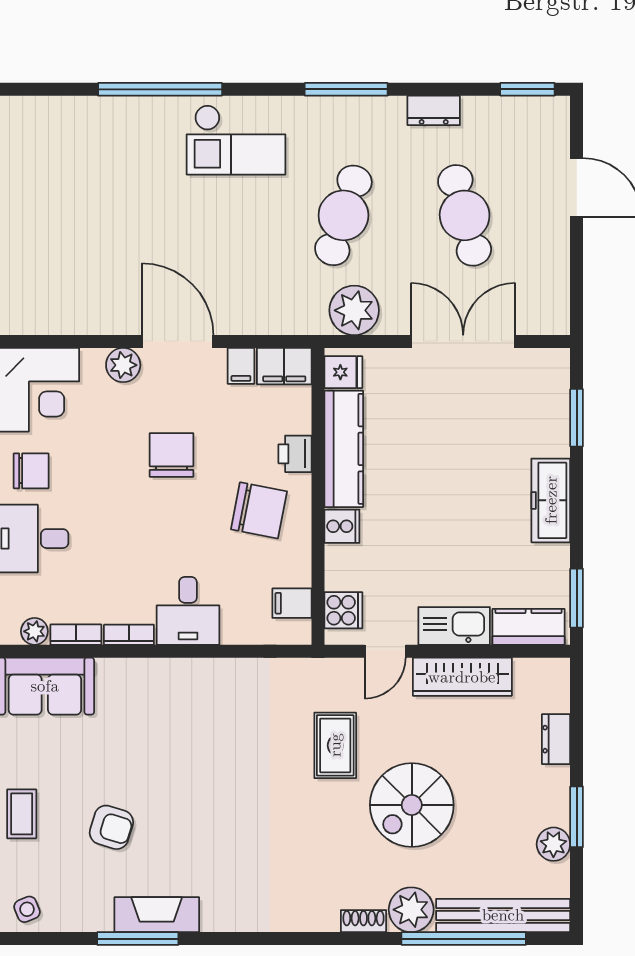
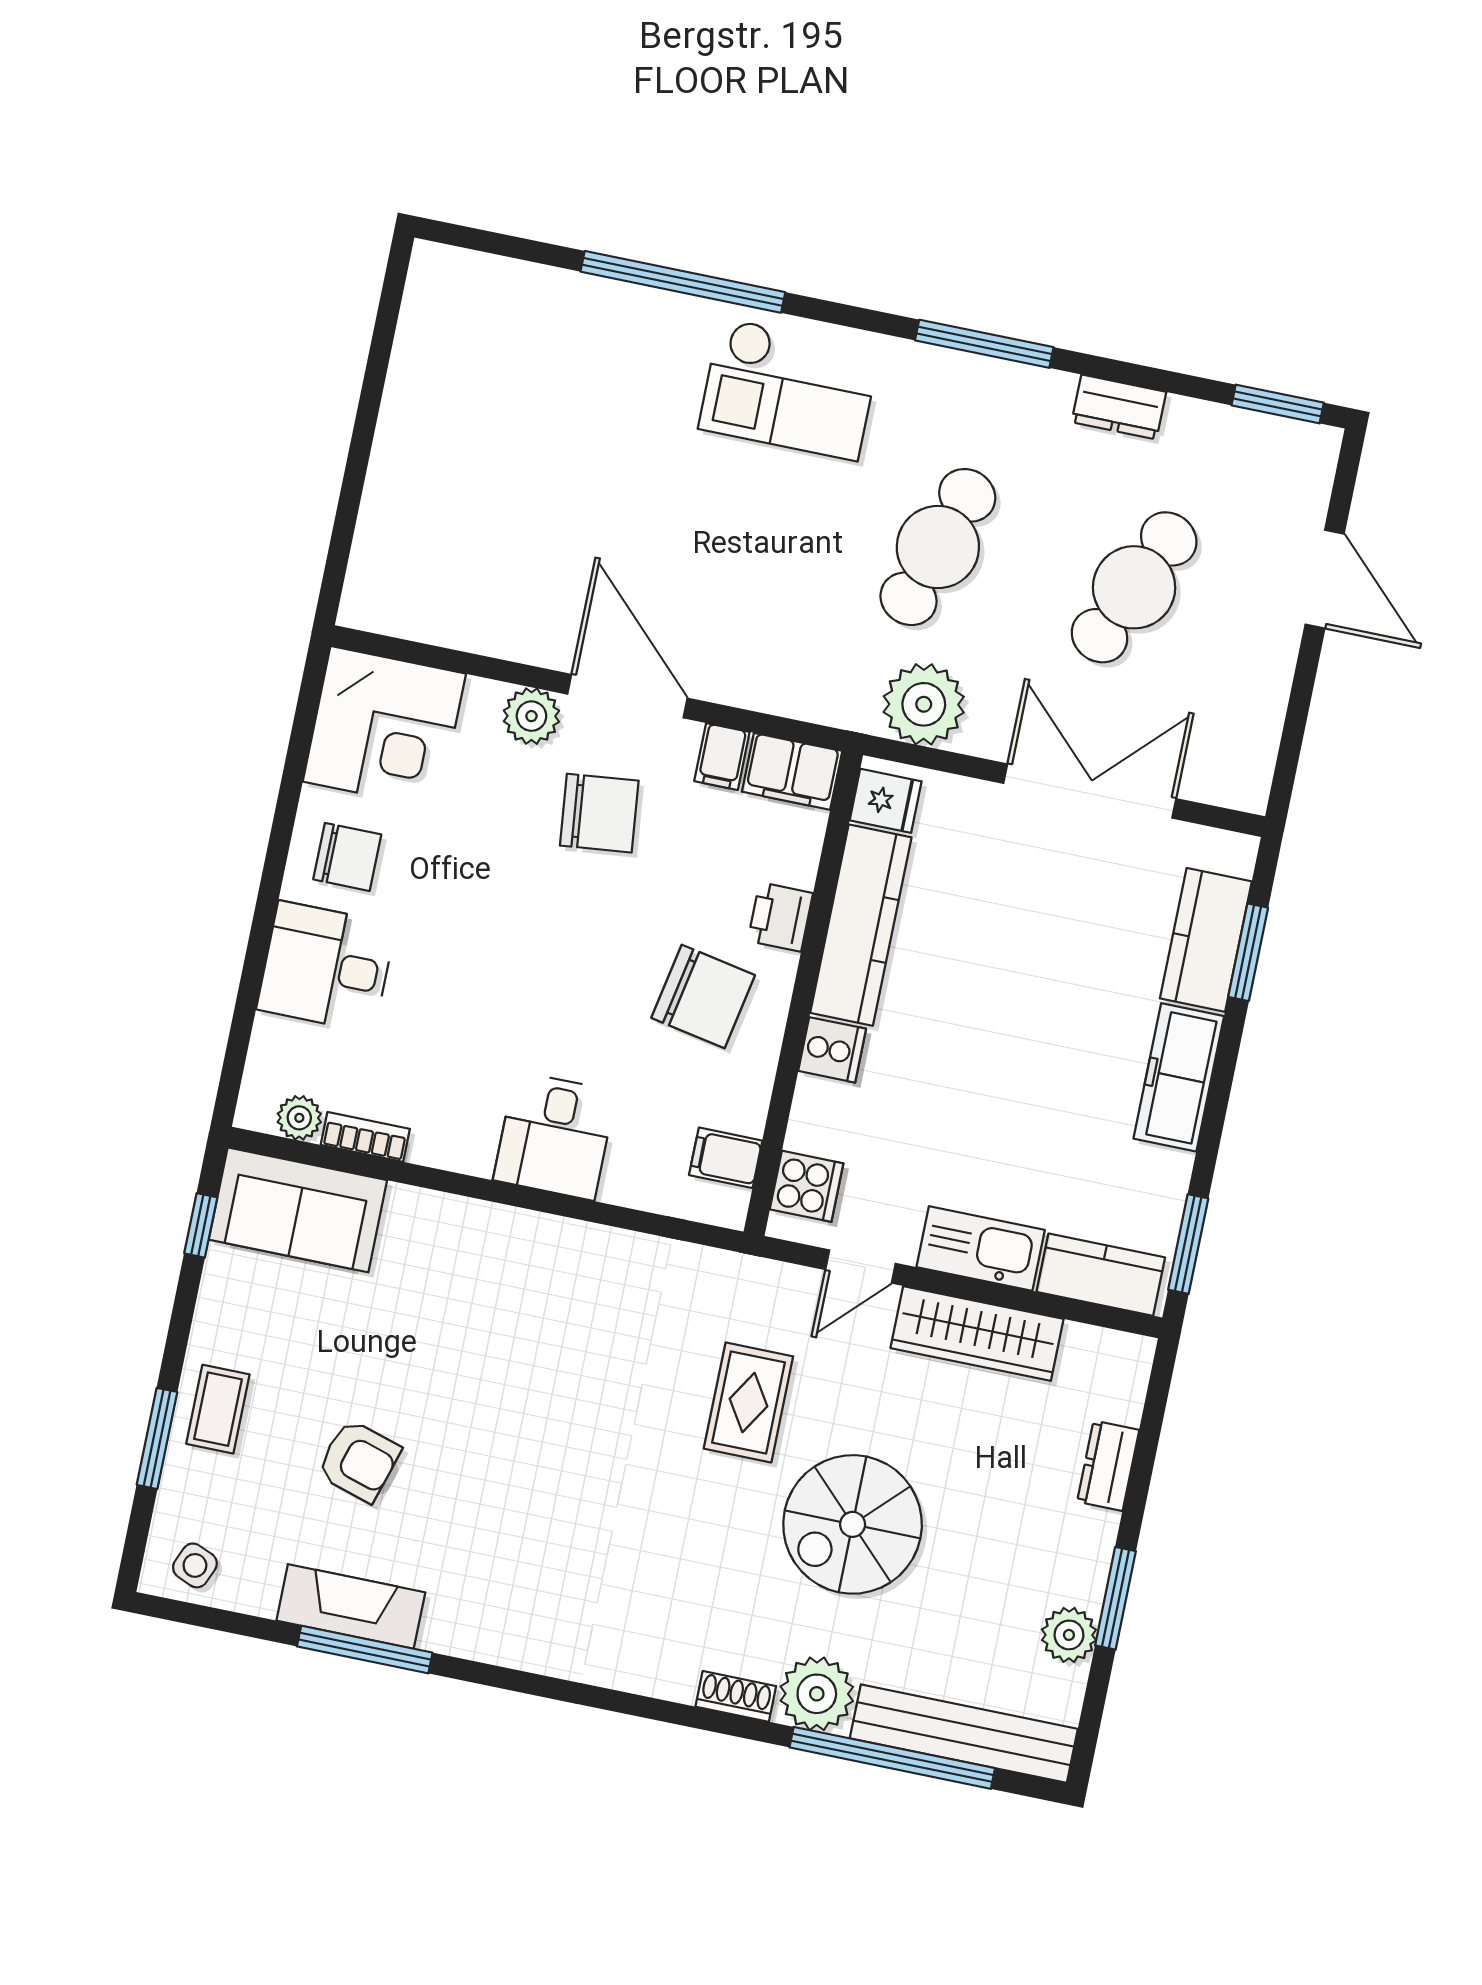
cafe table: (465, 215) -> (1134, 587), turned 39
kitchen counter: (550, 416) -> (1206, 940), added
chair: (172, 455) -> (599, 813), moved, turned 84
bookcase: (129, 635) -> (451, 1155), removed
side table: (27, 909) -> (195, 1565), turned 45
fireplace: (157, 915) -> (351, 1606), moved

